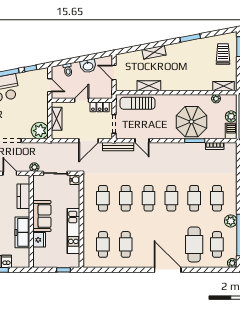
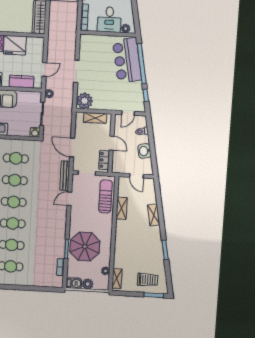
door: (114, 72) -> (137, 176), swing flipped

